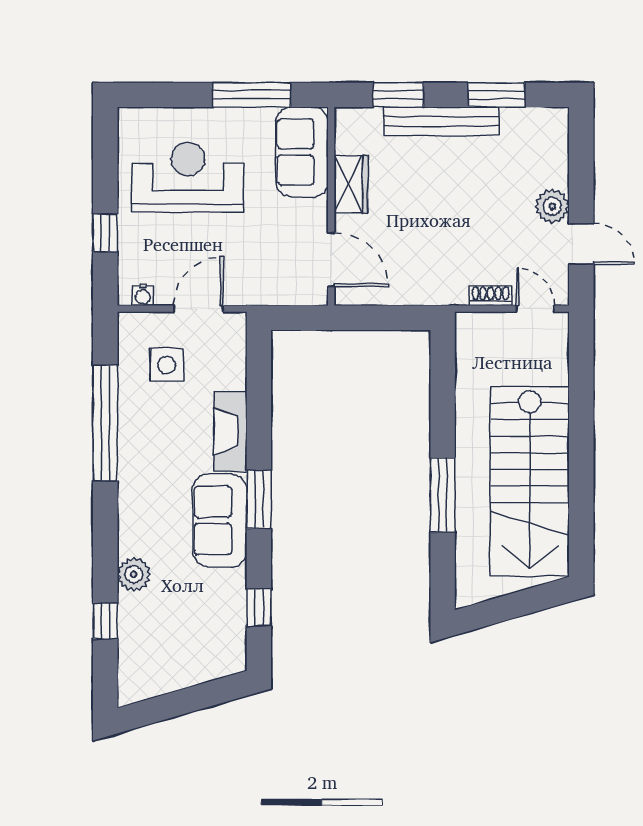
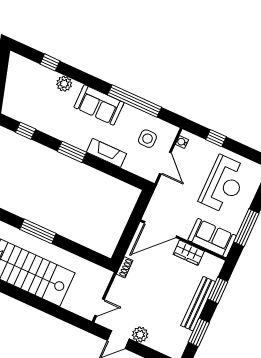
door: (331, 260) -> (160, 230), width x1.36
shoe rack: (490, 296) -> (125, 267), moved
sofa: (220, 520) -> (99, 105), moved, turned 180

